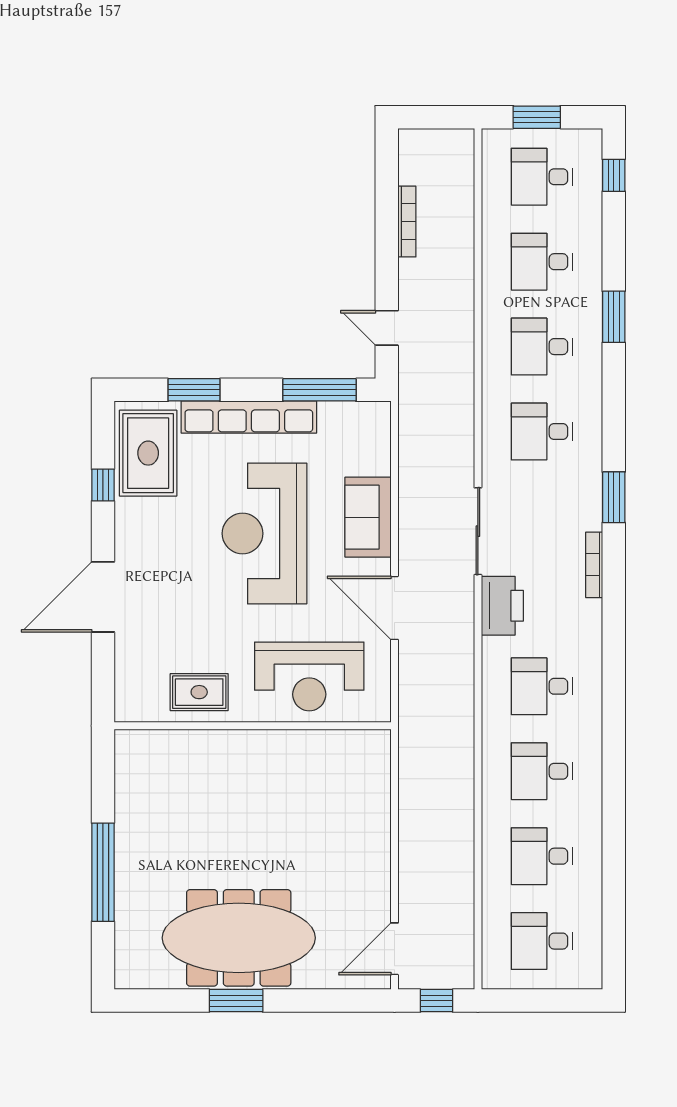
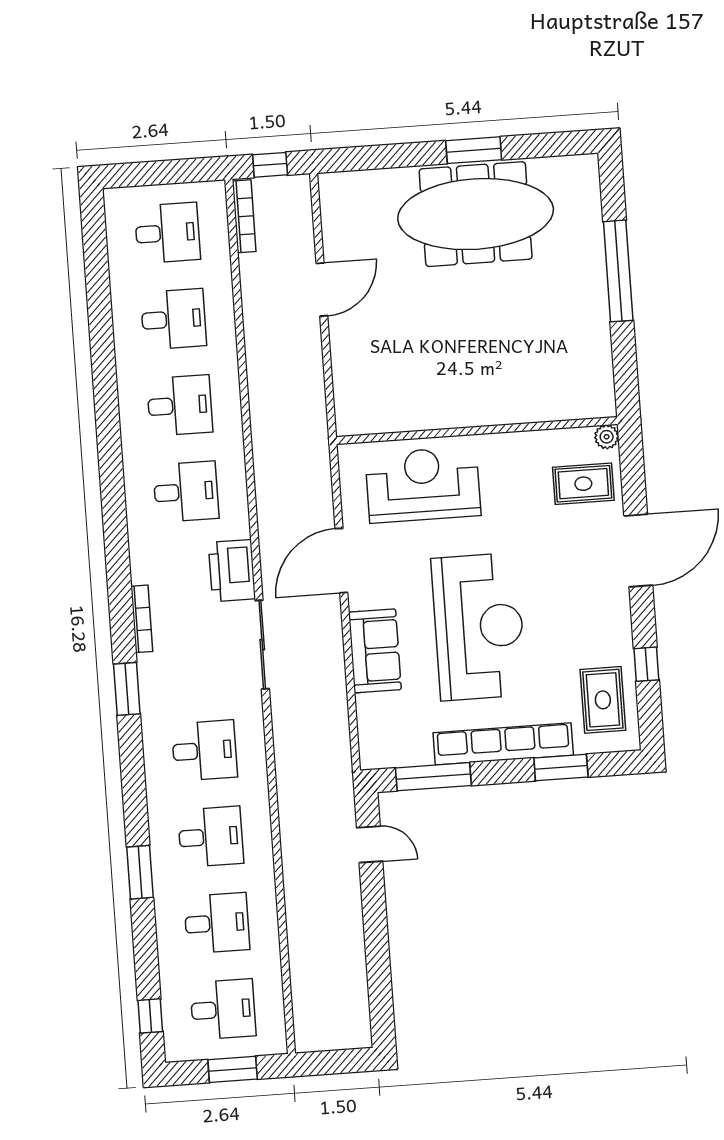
bookcase: (407, 222) -> (244, 216), moved, turned 180
rug: (148, 453) -> (603, 700), width x0.73, depth x0.70
door: (394, 608) -> (341, 561), swing flipped
rug: (199, 692) -> (583, 484), moved
plant: (126, 711) -> (607, 437), added
door: (394, 949) -> (322, 289), moved

